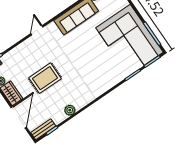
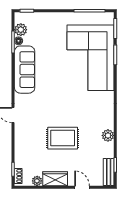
corner sofa: (130, 40) -> (90, 58), moved, turned 90
rug: (45, 78) -> (63, 138), turned 90
door: (19, 117) -> (82, 187), width x0.53

